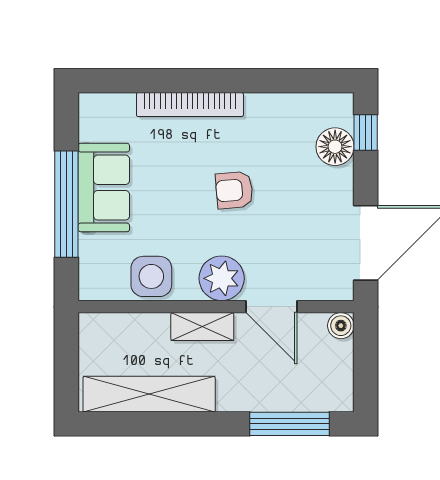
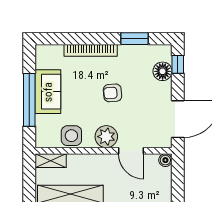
window: (278, 81) -> (134, 39), added
shelving: (202, 327) -> (51, 161), moved

